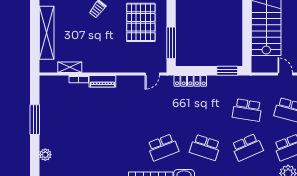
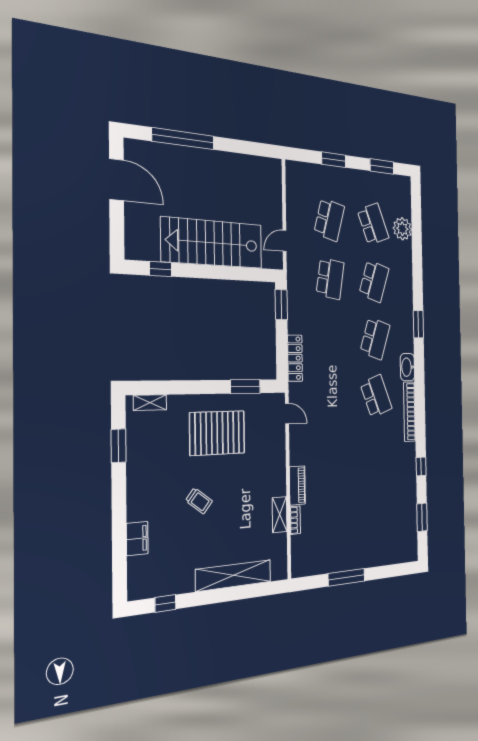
window: (171, 43) -> (245, 386), width x0.69
shelving: (70, 67) -> (280, 515), moved
door: (285, 74) -> (285, 241), moved
school desk: (247, 147) -> (374, 281), turned 42
plant: (45, 155) -> (387, 557), removed

